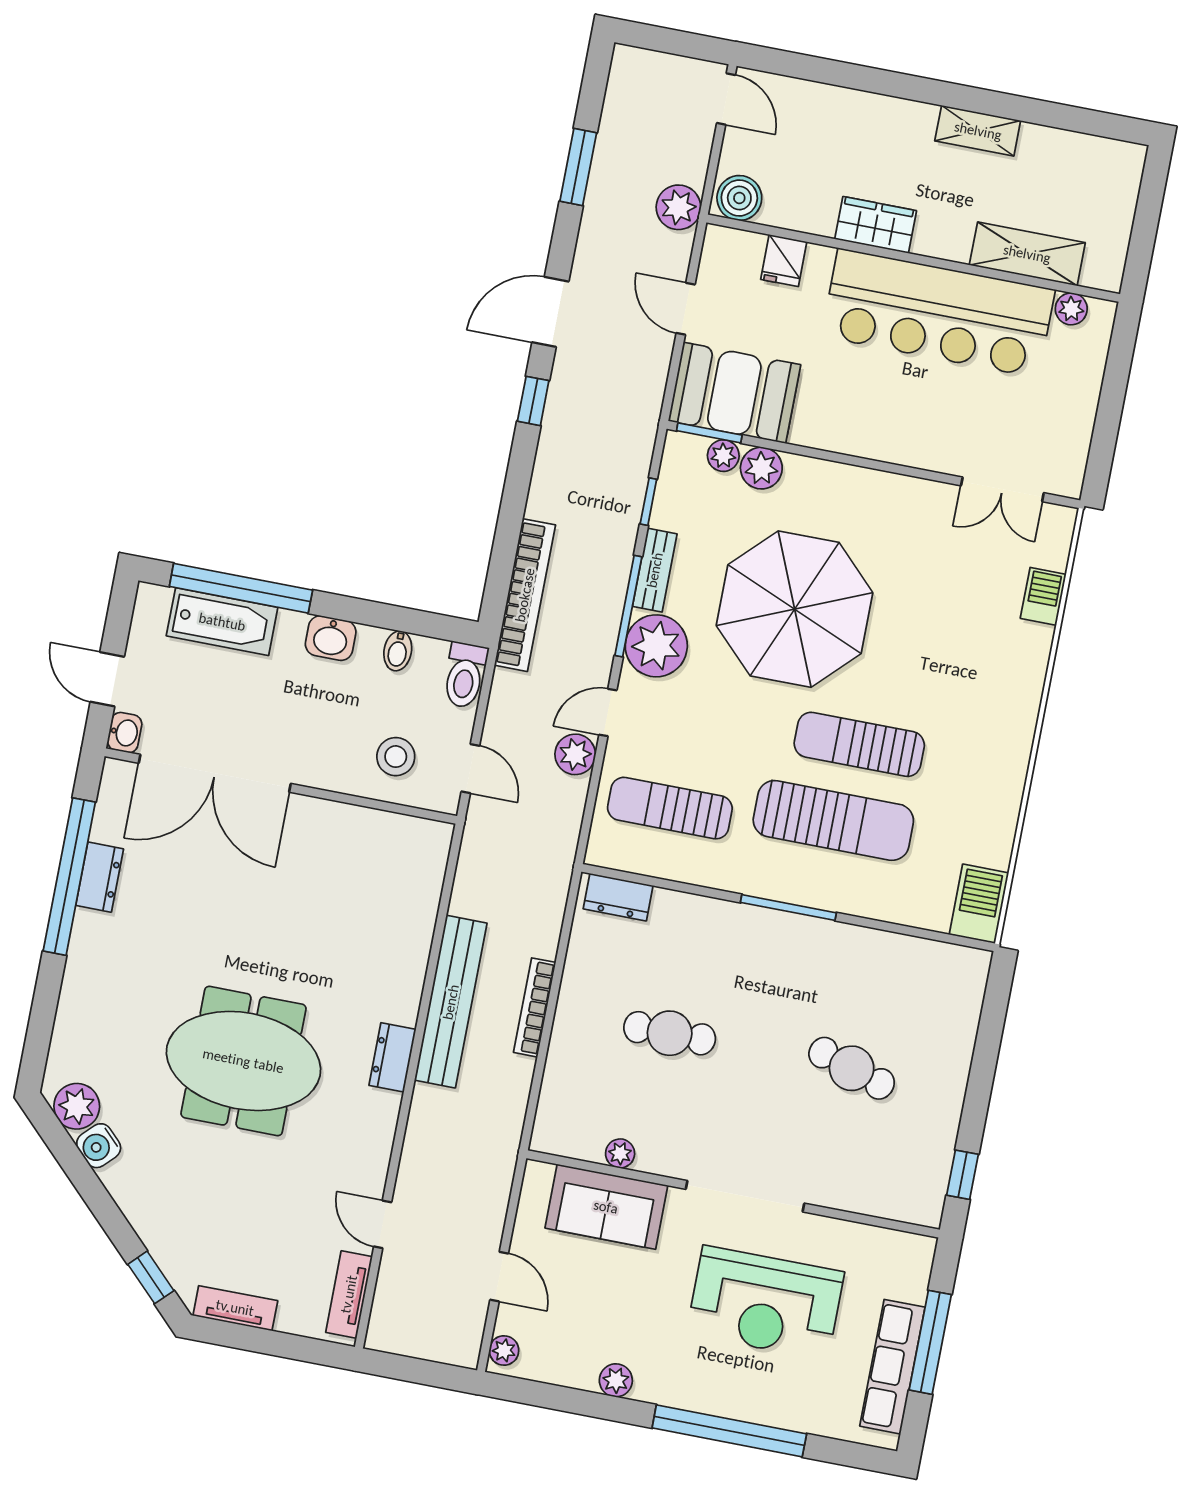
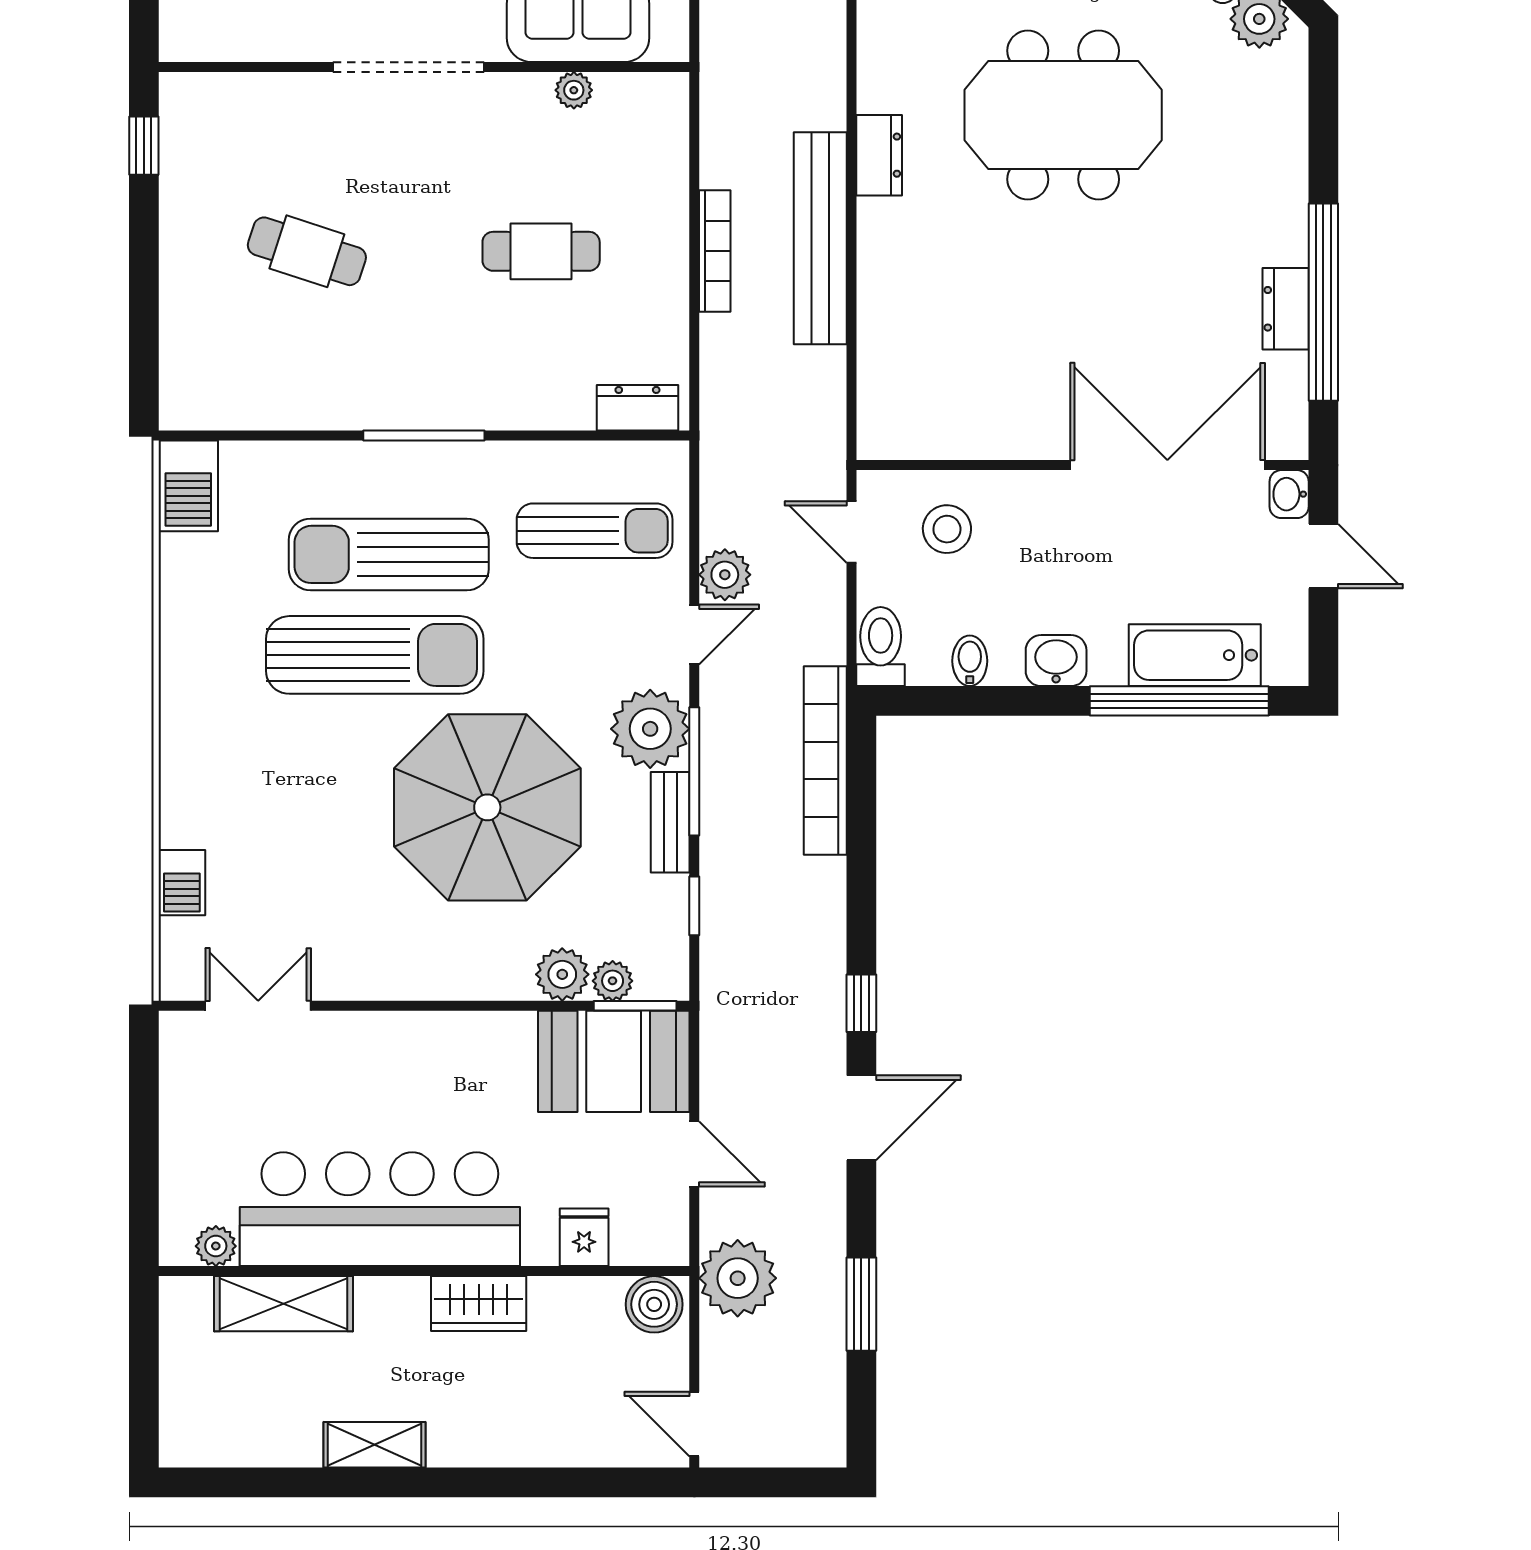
plant: (678, 207) -> (738, 1278), width x1.36, depth x1.36
sun lounger: (859, 744) -> (375, 655), width x1.36, depth x1.34

